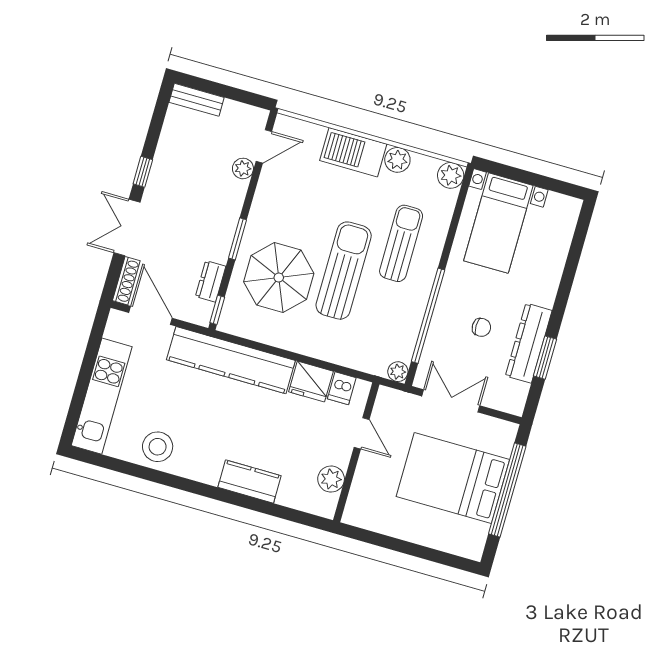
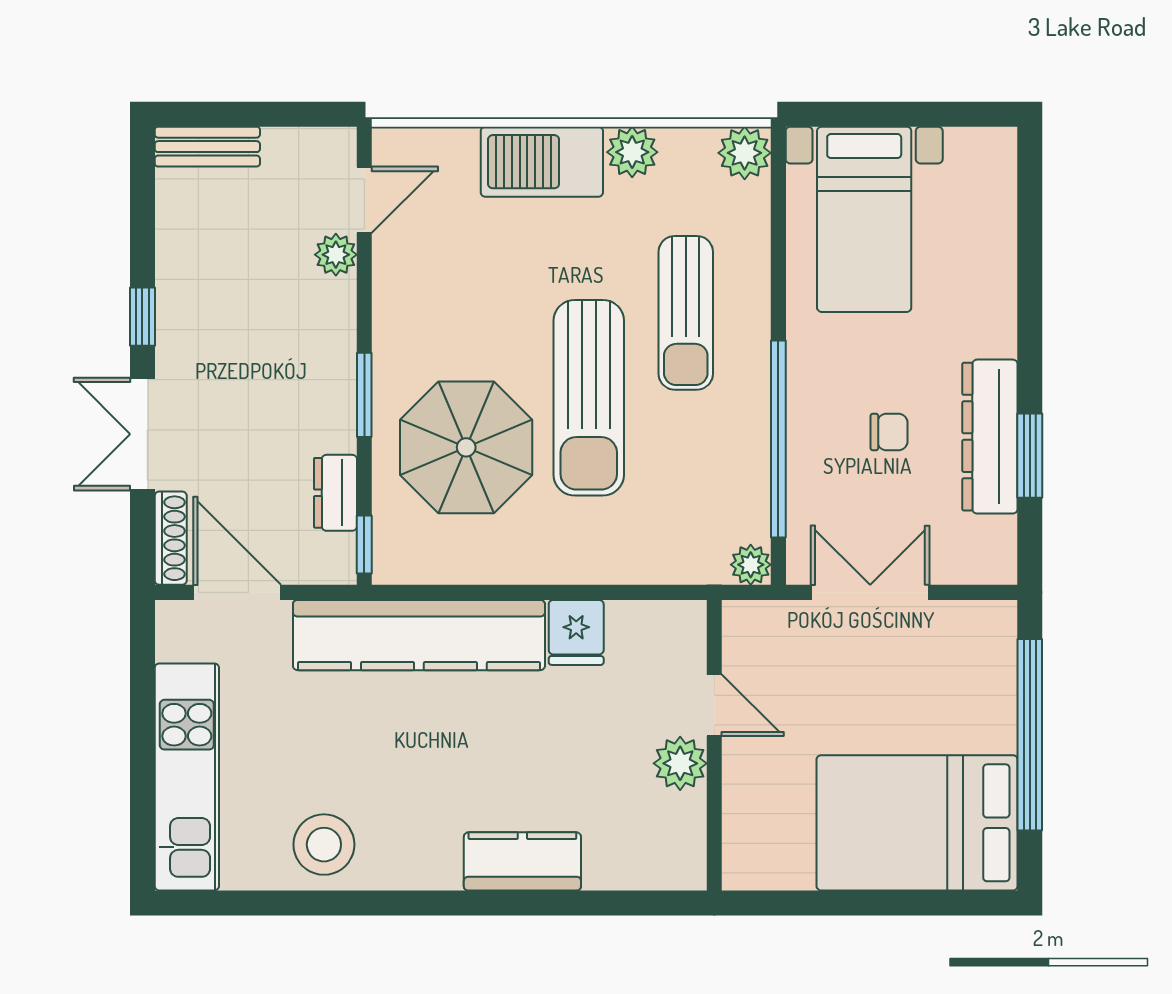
sun lounger: (401, 243) -> (686, 313), turned 180
sun lounger: (344, 271) -> (589, 398), turned 180
fridge: (311, 382) -> (576, 632), width x0.72
dishwasher: (342, 388) -> (651, 628), removed
bed: (453, 478) -> (917, 823), moved
plant: (331, 479) -> (680, 763), moved

